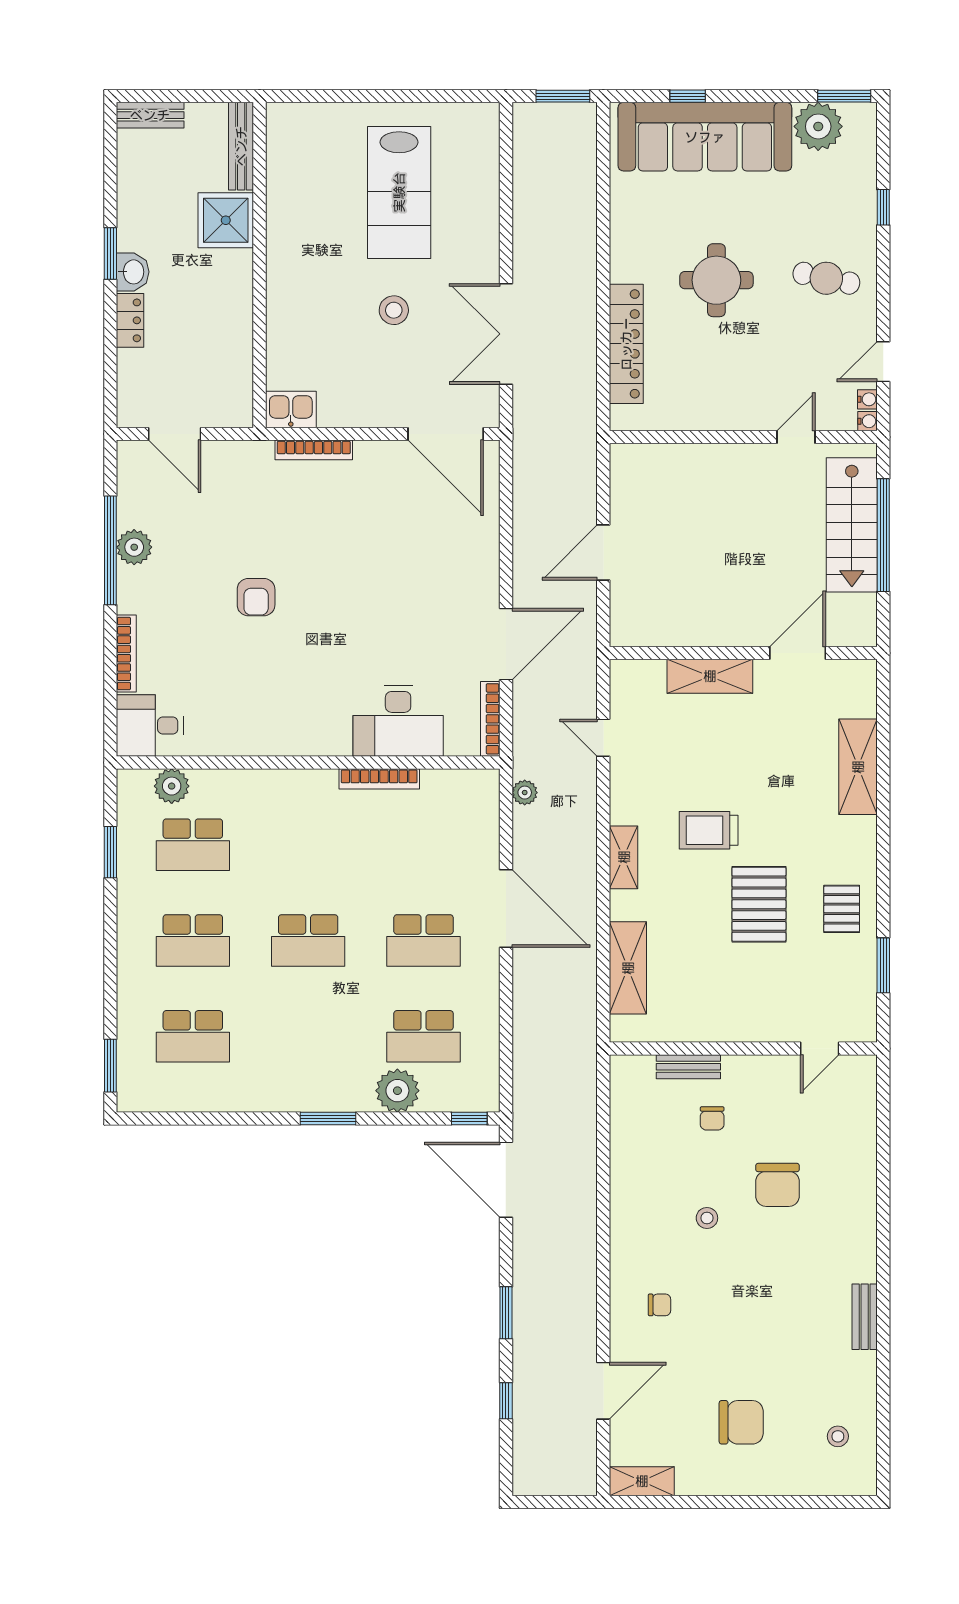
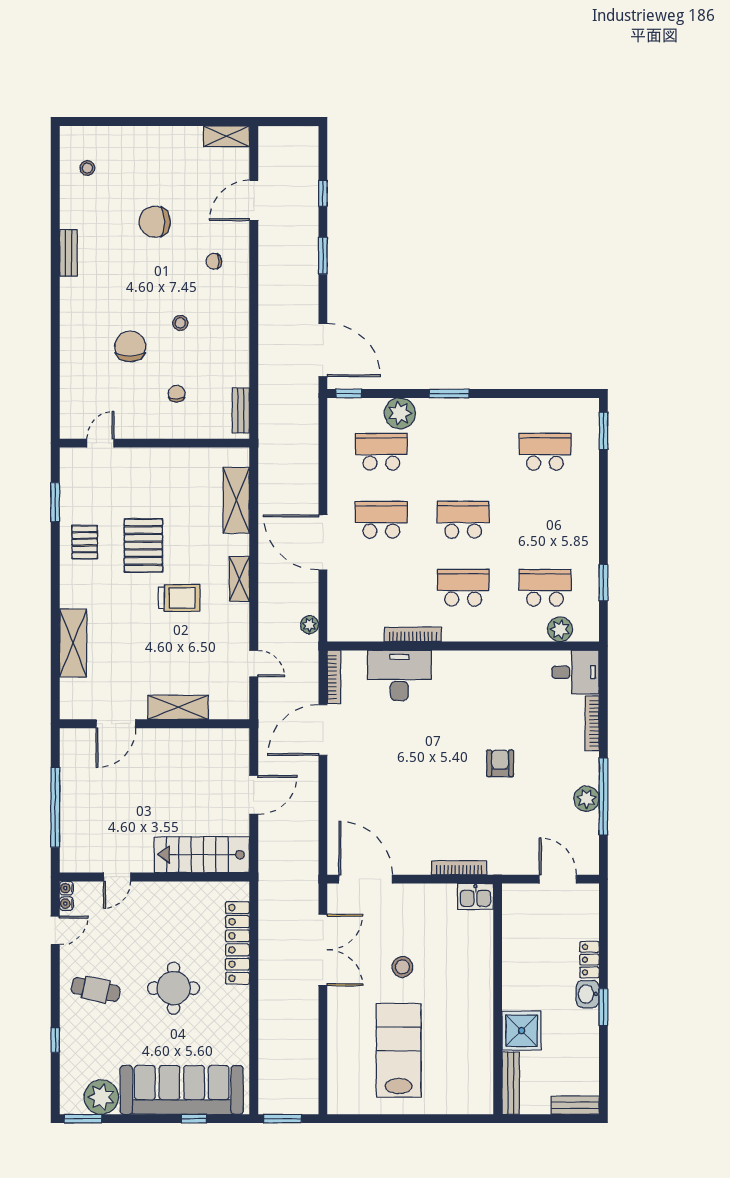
stairs: (852, 525) -> (202, 855), moved, turned -90
school desk: (193, 941) -> (463, 588), moved
bench: (688, 1067) -> (241, 410), moved, turned 90
chair: (741, 1422) -> (155, 222), moved

